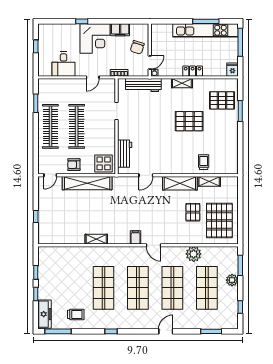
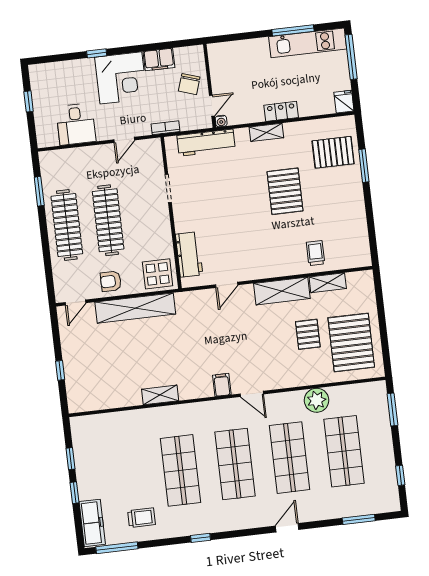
kitchen unit: (205, 30) -> (308, 43), width x0.73
pallet: (189, 121) -> (285, 191), turned 90
plant: (232, 280) -> (382, 434), removed

